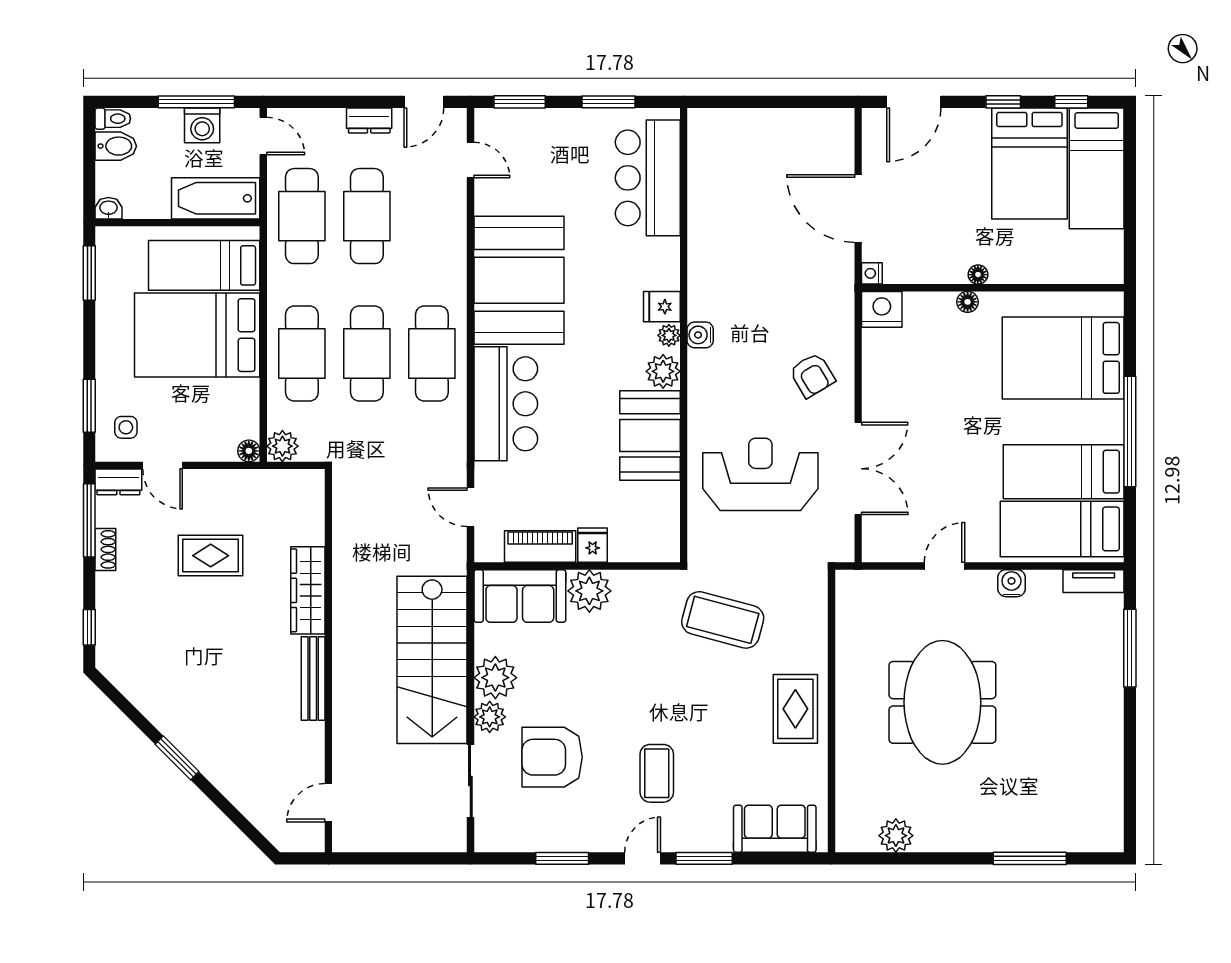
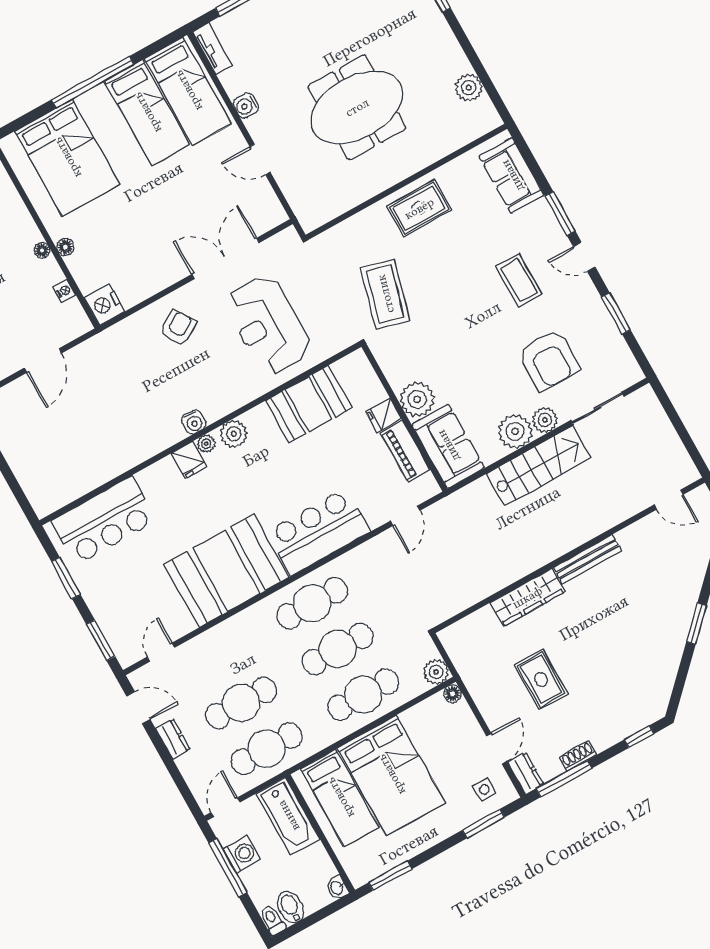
door: (858, 209) -> (43, 361), width x0.73
nightstand: (872, 273) -> (64, 291), moved, turned -90
booth: (650, 435) -> (309, 404), moved
stairs: (432, 660) -> (539, 466), width x0.73, depth x0.66
coffee table: (657, 773) -> (519, 280), turned 90

